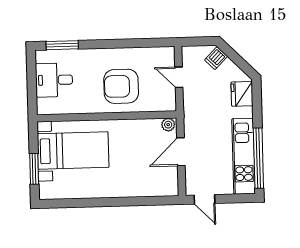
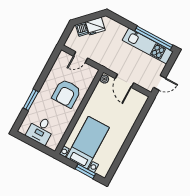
window: (62, 45) -> (31, 100), moved
fridge: (242, 94) -> (95, 26), moved, turned -45

